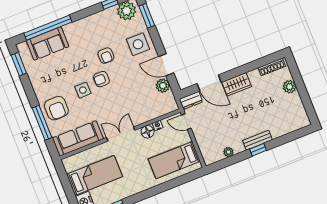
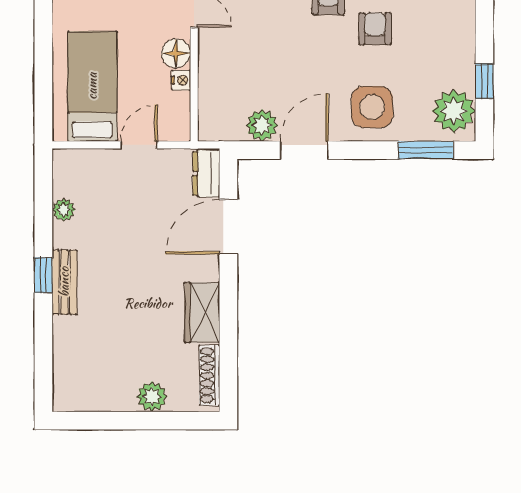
armchair: (106, 56) -> (375, 29), turned 90
wardrobe: (237, 84) -> (202, 312), moved
door: (186, 122) -> (139, 145), moved

